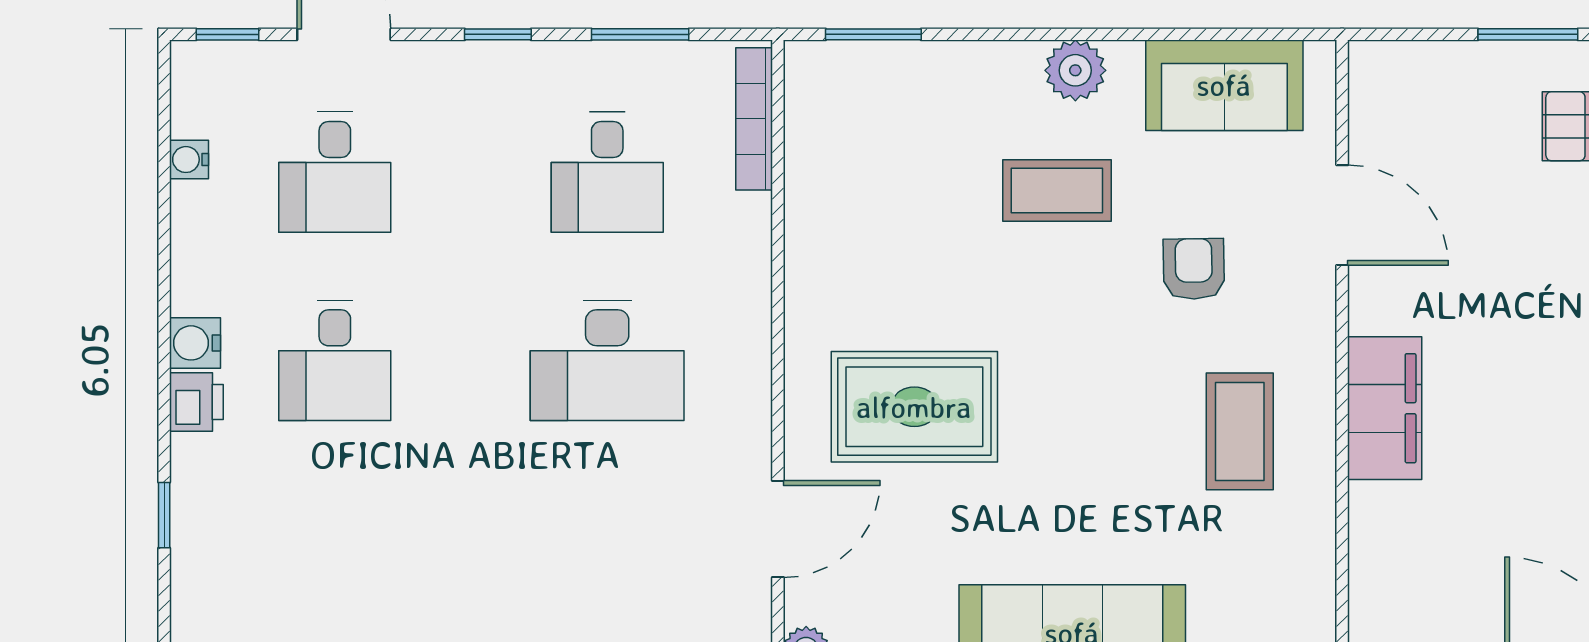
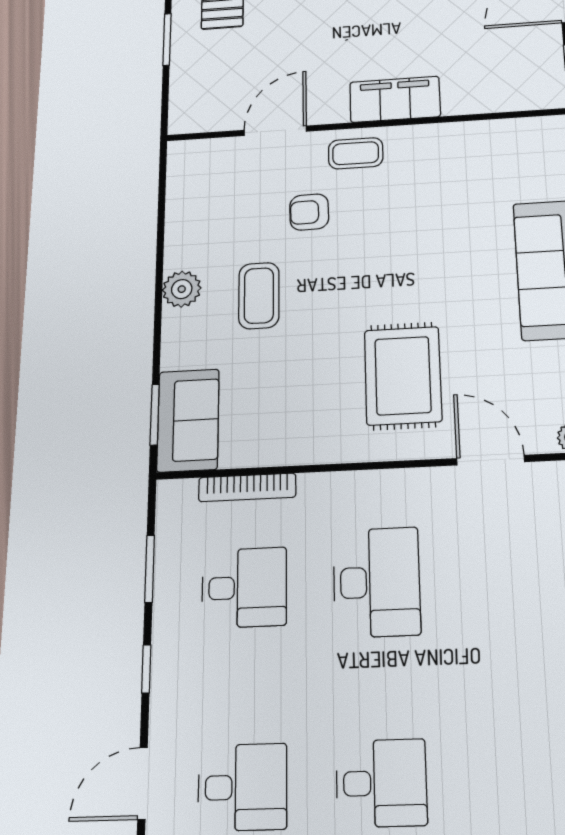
sofa: (1224, 85) -> (188, 420), moved
bookcase: (754, 119) -> (247, 487), moved
coffee table: (1240, 431) -> (356, 153), moved, width x0.73, depth x0.77

